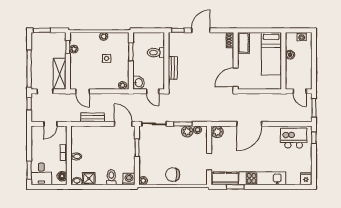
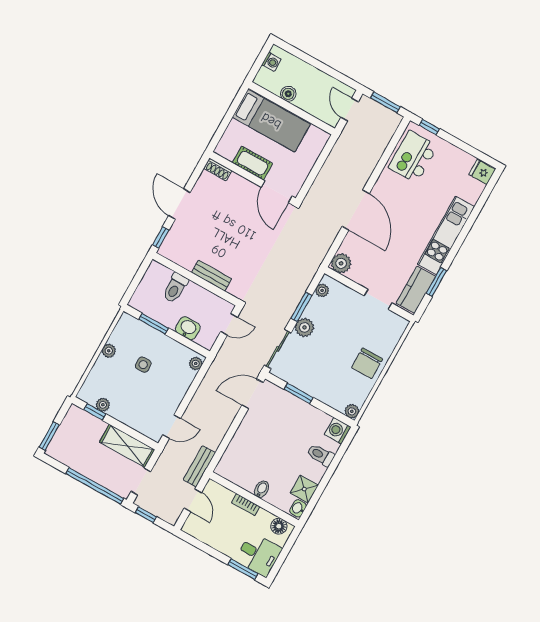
cot: (243, 43) -> (253, 163), moved
washbasin: (138, 83) -> (188, 328), moved
door: (300, 91) -> (350, 110), swing flipped
bench: (93, 117) -> (199, 466), moved
plant: (187, 131) -> (304, 327), moved

